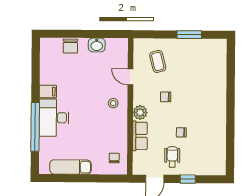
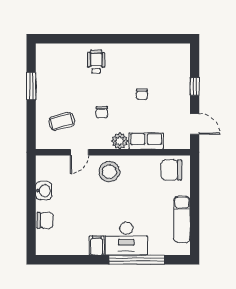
stool: (113, 103) -> (109, 172), width x1.89, depth x1.89
wheelchair: (172, 157) -> (96, 62), moved, turned 90
chair: (114, 158) -> (171, 170), width x1.87, depth x1.87

